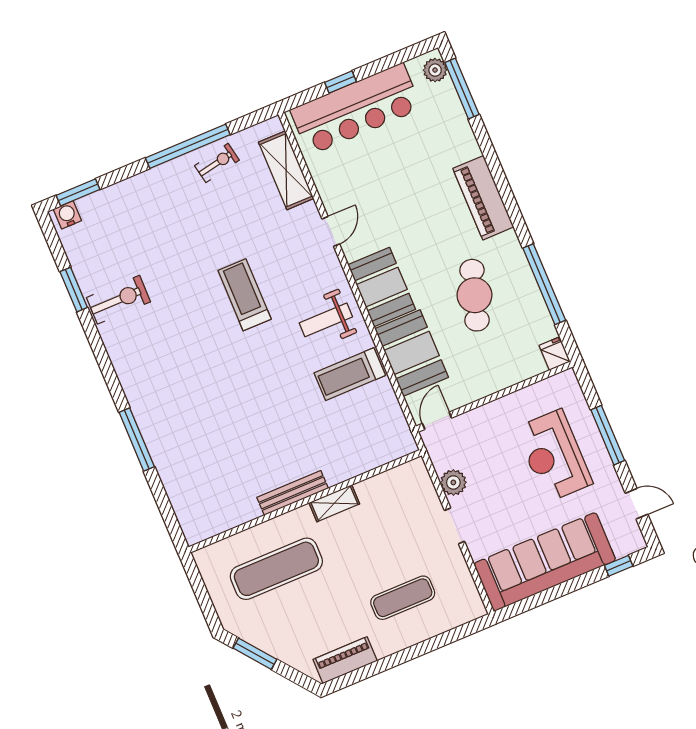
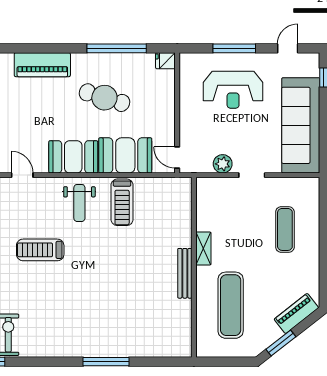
piano: (345, 660) -> (296, 313), moved, turned 52

